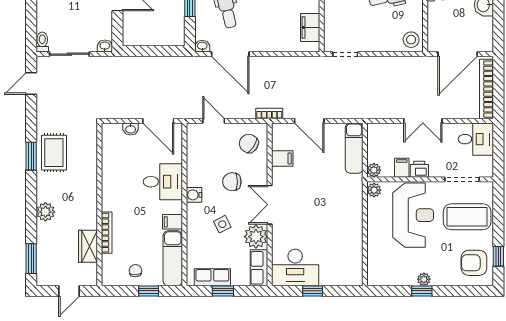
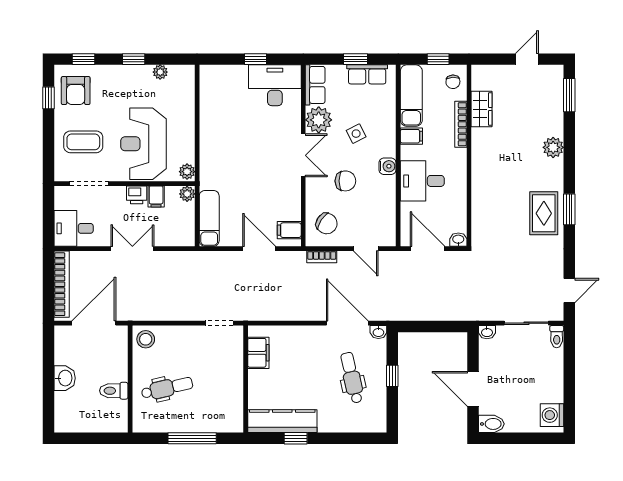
bookcase: (269, 114) -> (322, 257), moved
filing cabinet: (282, 159) -> (289, 230), moved
wall: (99, 204) -> (469, 156), moved
coffee table: (467, 217) -> (83, 142), width x0.73, depth x0.76
bookcase: (107, 233) -> (461, 124), moved
wardrobe: (88, 246) -> (482, 109), moved
armchair: (474, 263) -> (76, 91), turned 90
plant: (424, 279) -> (160, 72), moved
window: (467, 291) -> (84, 59), added

